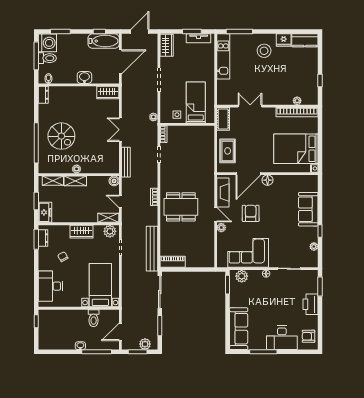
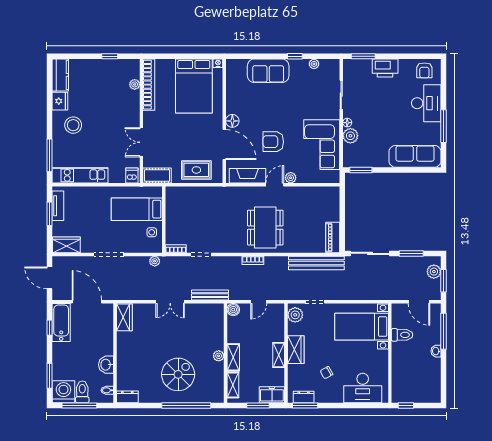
washbasin: (84, 78) -> (106, 365), moved
dishwasher: (223, 99) -> (132, 176), added
shelving: (108, 218) -> (279, 355), moved
plant: (242, 276) -> (350, 136), moved

